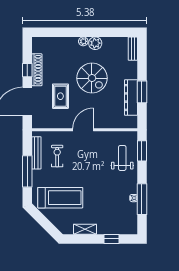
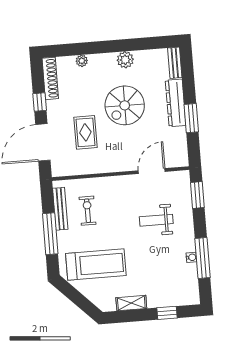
plant: (83, 41) -> (82, 61), moved
shoe rack: (37, 70) -> (50, 78), moved
spiral stairs: (92, 78) -> (125, 105), turned 90
dresser: (131, 98) -> (176, 103), moved
door: (83, 130) -> (152, 171), moved
weight bench: (122, 158) -> (156, 220), moved, turned -90

